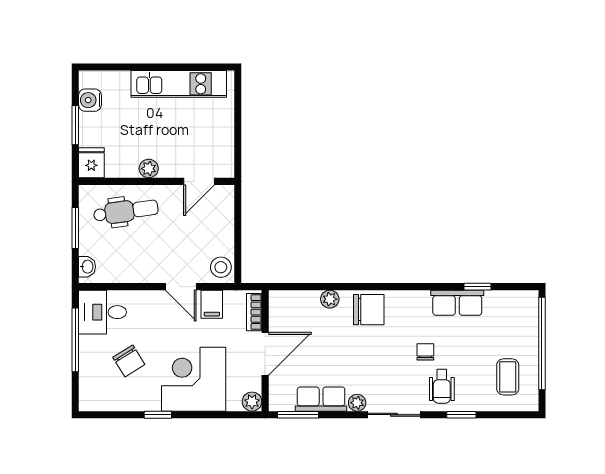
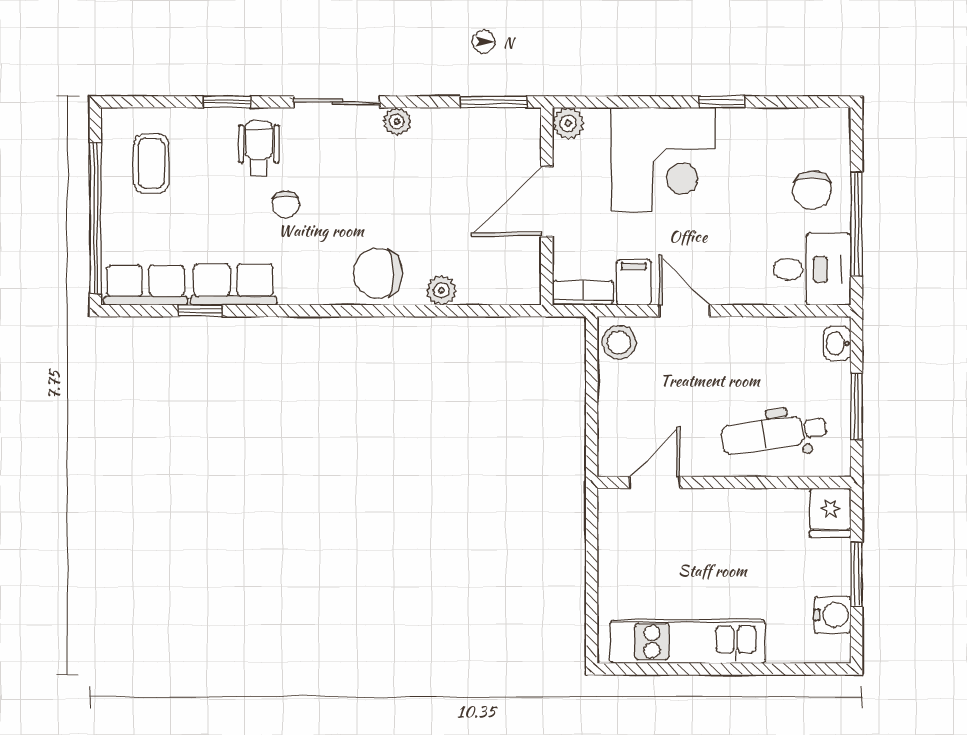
plant: (149, 169) -> (737, 503), removed
bookcase: (254, 312) -> (583, 293), moved, turned -90
chair: (129, 361) -> (812, 190), moved, turned -148
row of seats: (321, 399) -> (146, 285), moved, turned 180

